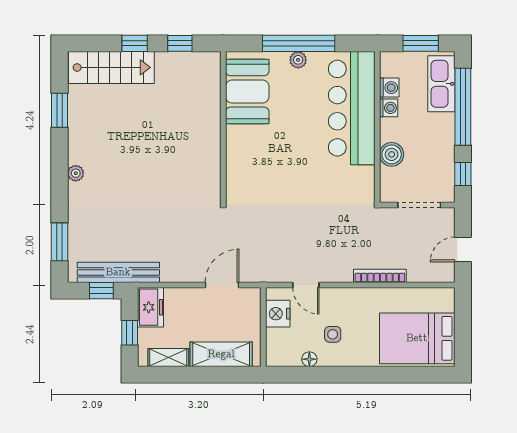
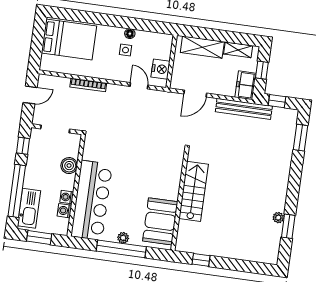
window: (135, 43) -> (232, 264), removed
stairs: (111, 67) -> (194, 191), moved, turned 90
plant: (76, 173) -> (278, 218), moved
bench: (118, 272) -> (244, 109), moved
floor lamp: (309, 359) -> (130, 34), moved

